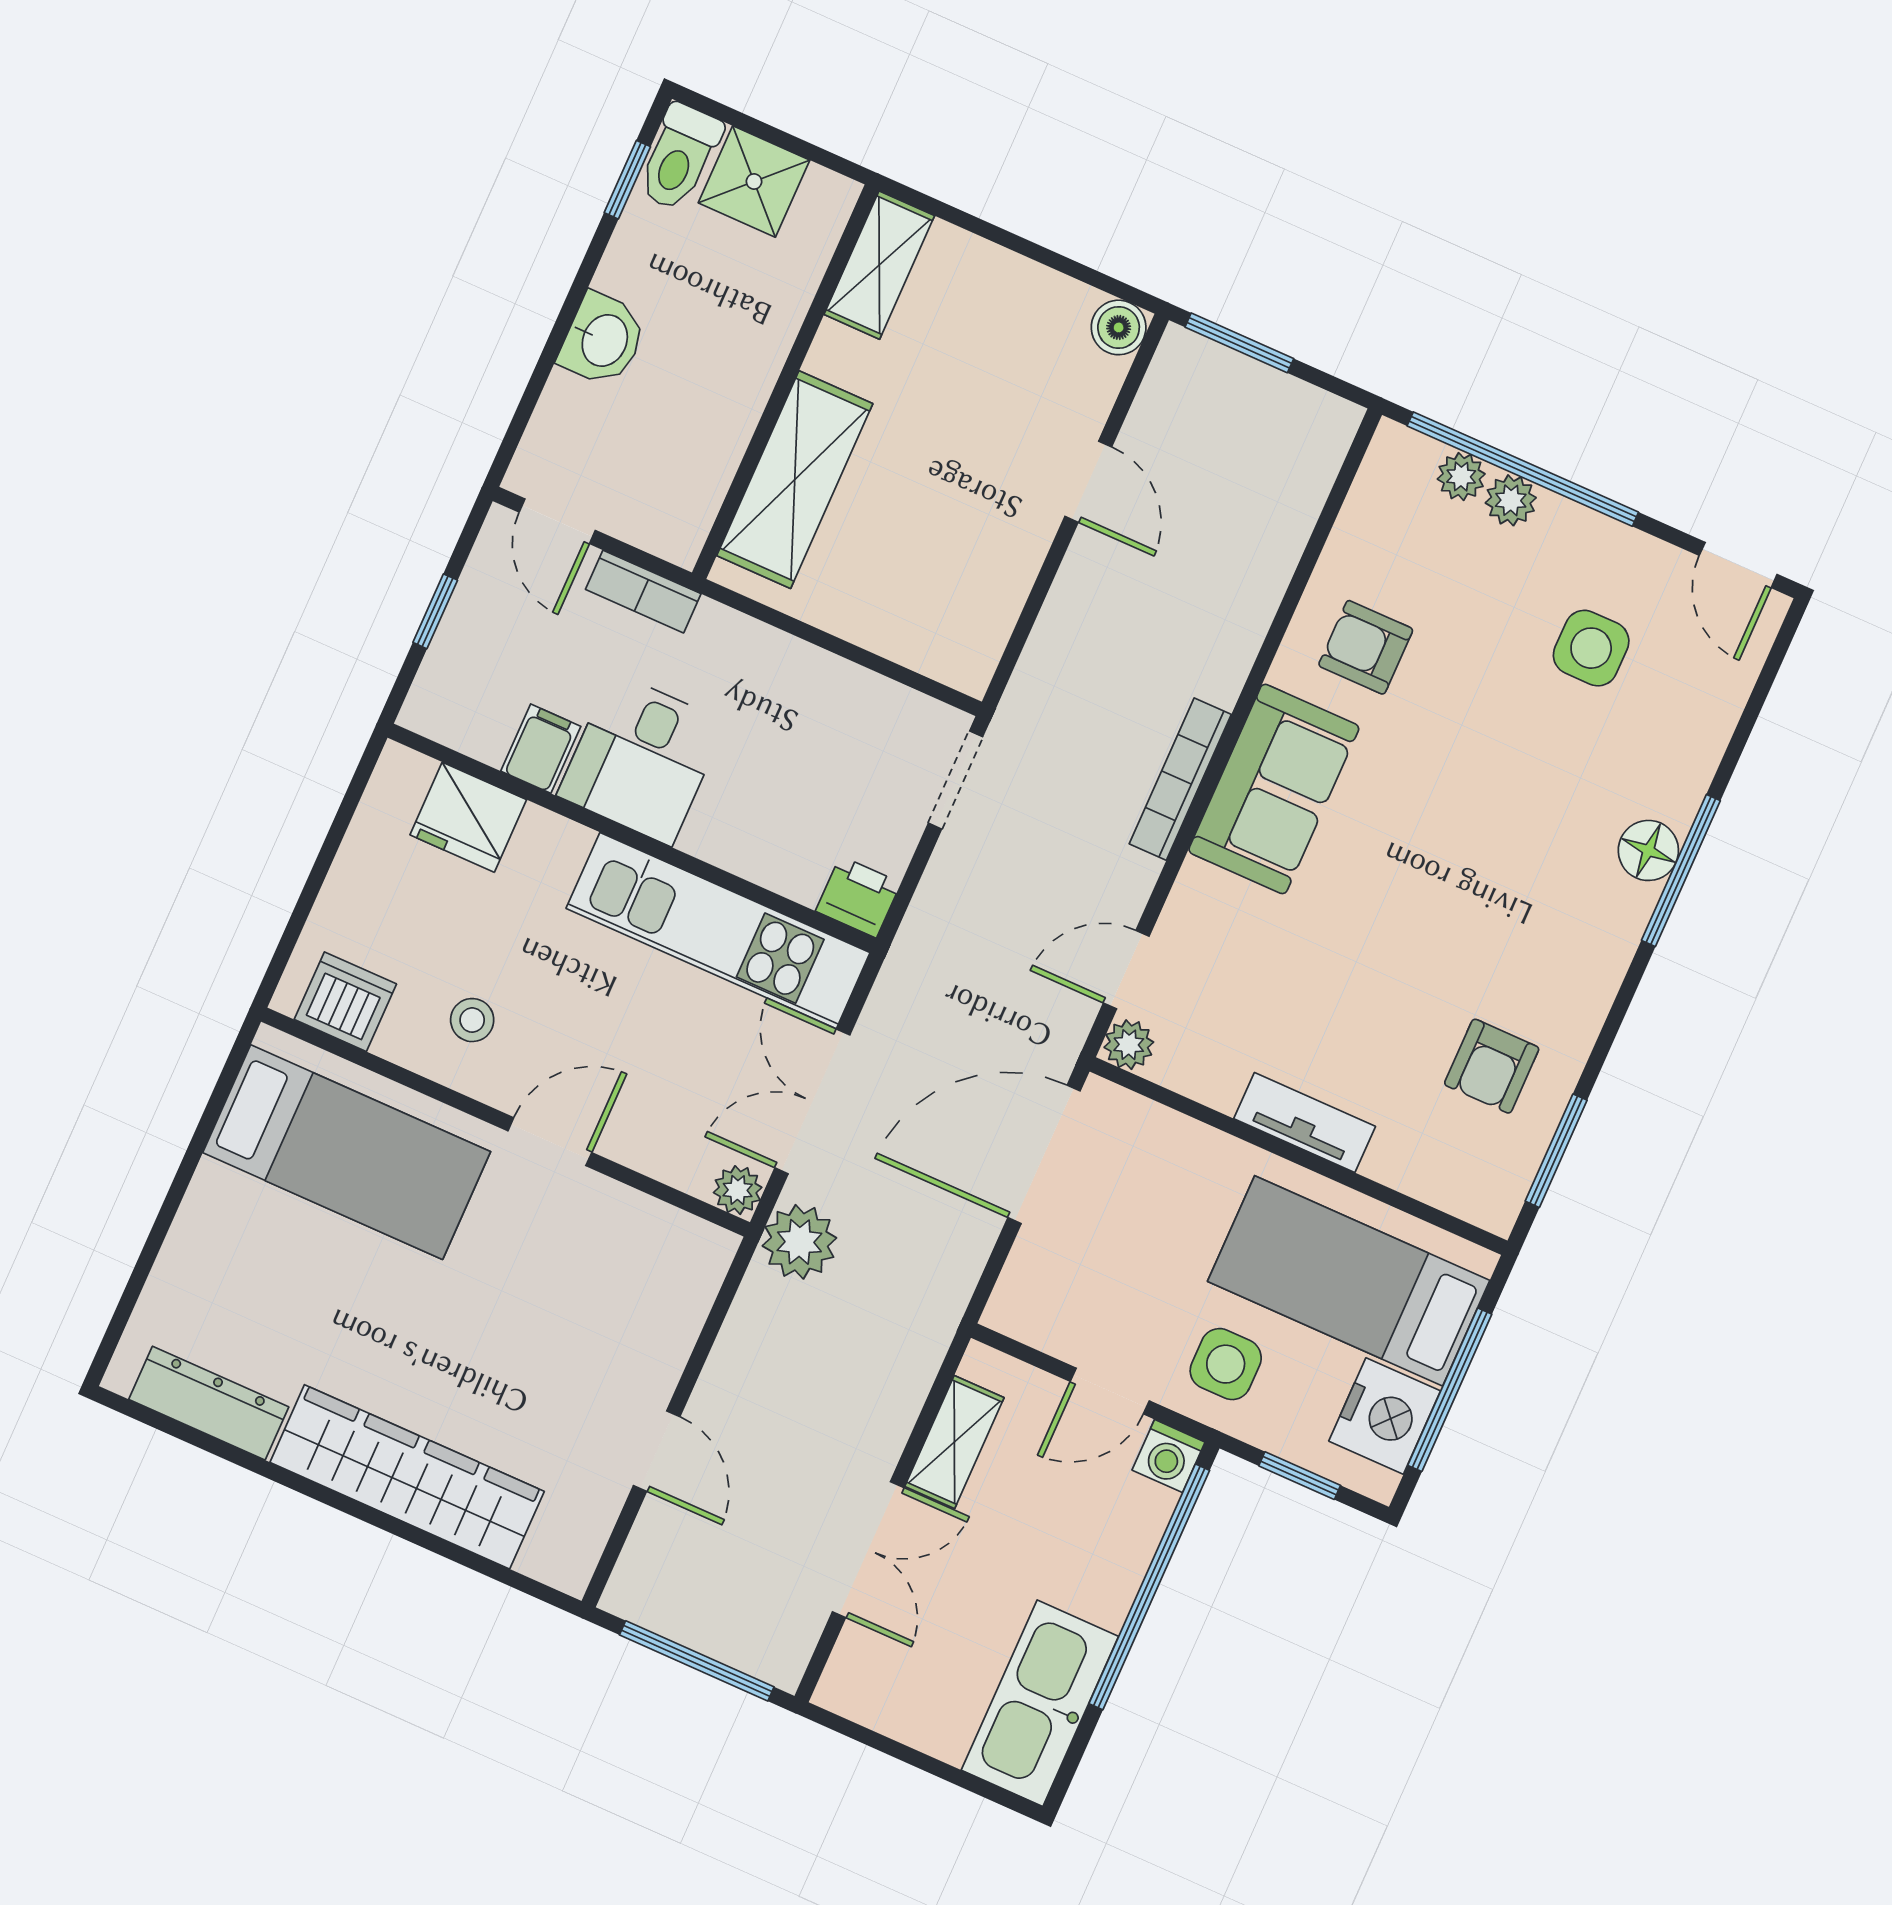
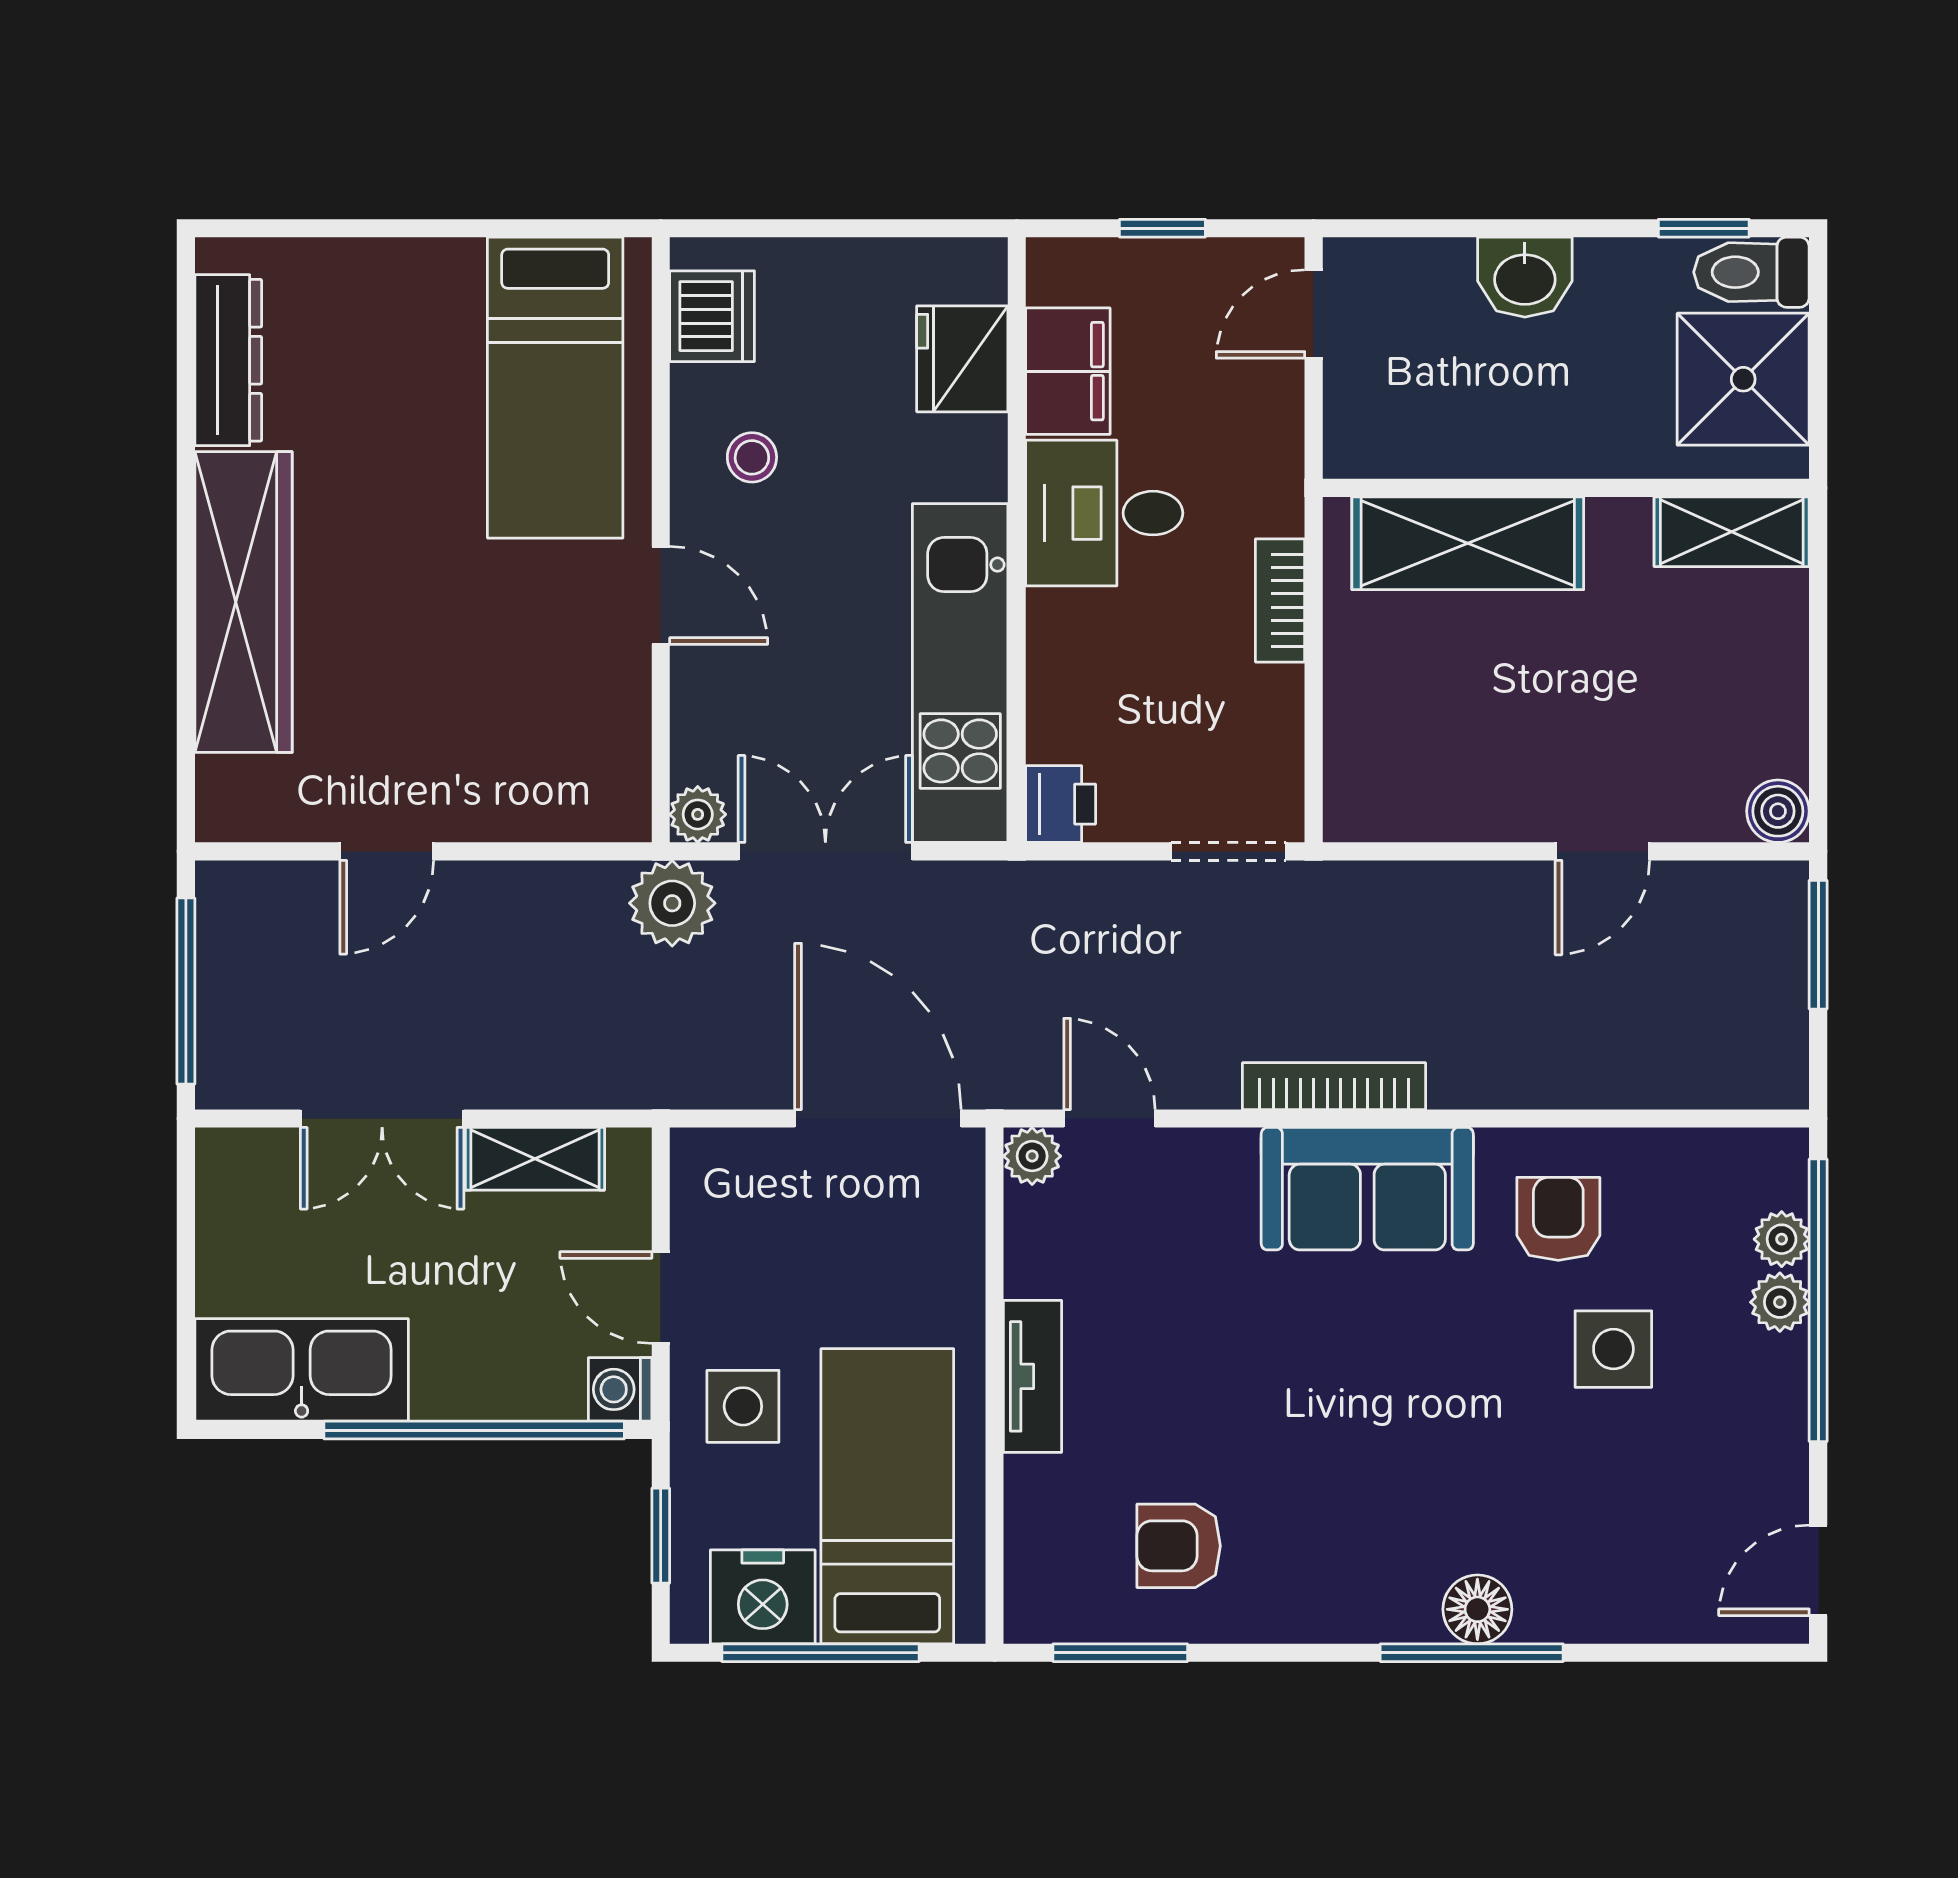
shower: (754, 182) -> (1743, 379), width x1.36, depth x1.36
bookcase: (643, 592) -> (1280, 600), moved
side table: (1591, 648) -> (1613, 1349), moved
filing cabinet: (541, 749) -> (1068, 371), width x2.00

